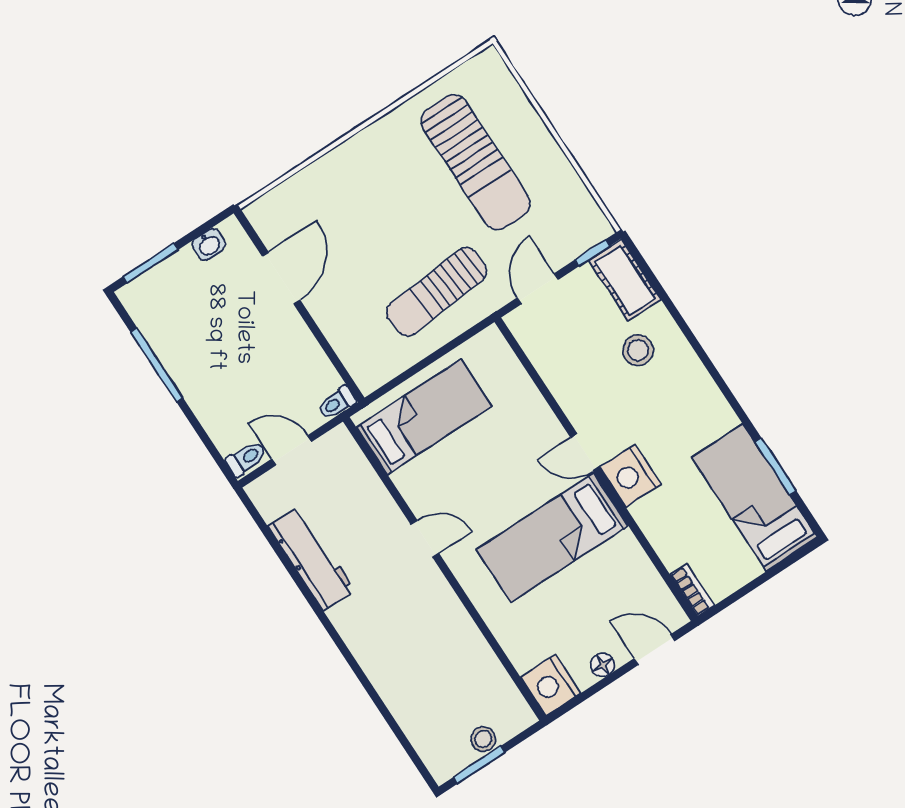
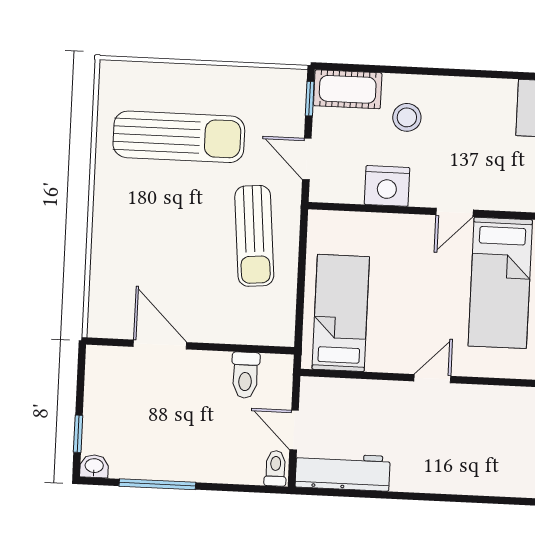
washbasin: (209, 244) -> (94, 466), moved, turned -90
window: (151, 263) -> (78, 434), width x0.67
toilet: (337, 403) -> (245, 375), moved, width x1.37, depth x1.39
door: (292, 450) -> (294, 430), hinge flipped
nightstand: (630, 476) -> (387, 186), moved
workbench: (312, 558) -> (343, 472), moved

